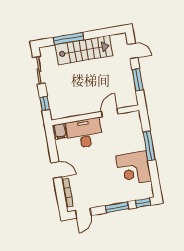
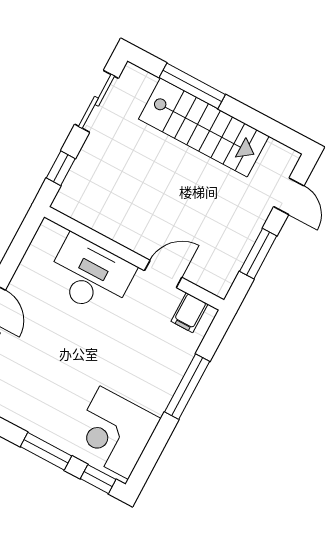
filing cabinet: (60, 131) -> (189, 313), moved
corner desk: (134, 168) -> (114, 433), moved

